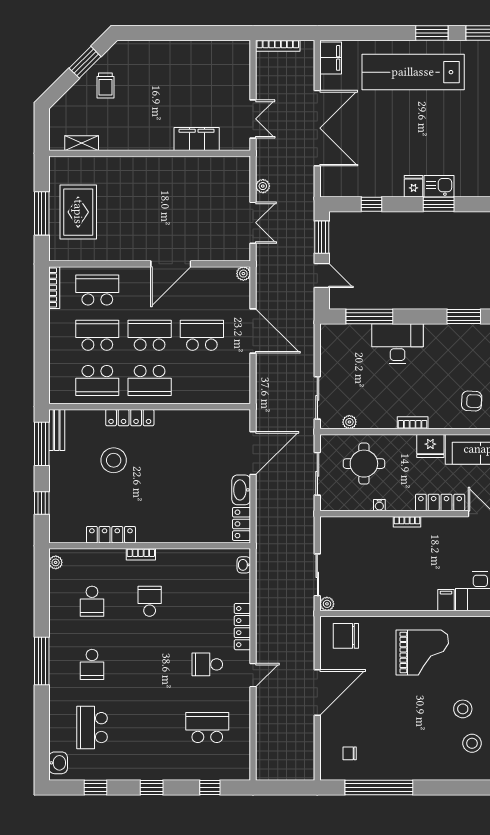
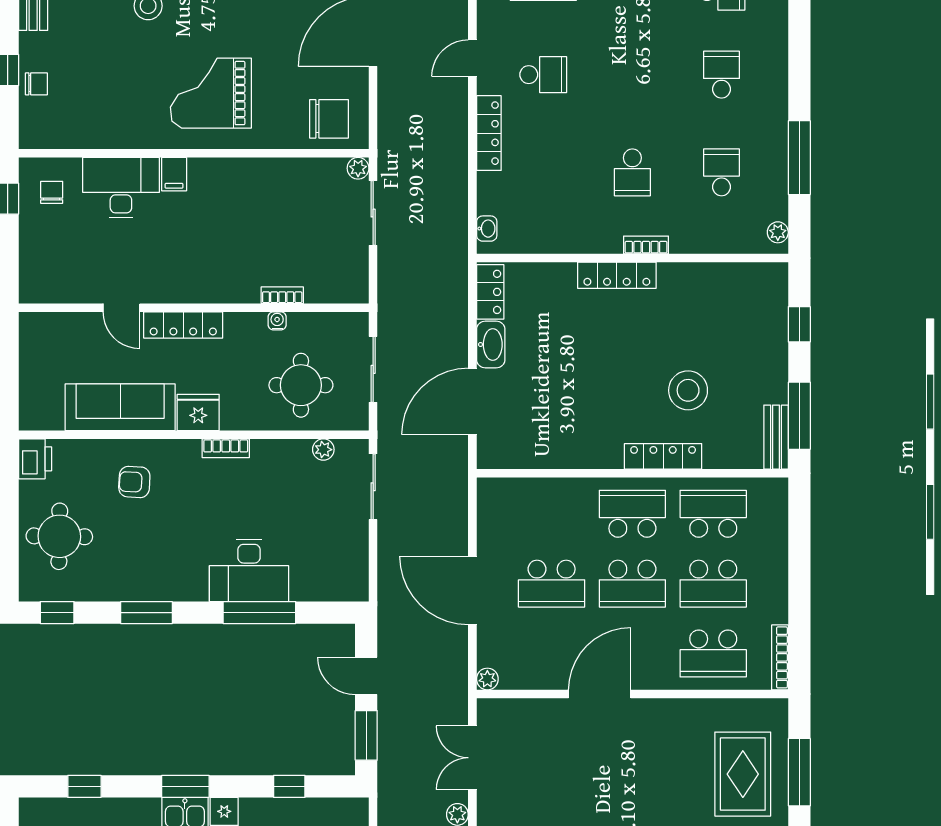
window: (369, 317) -> (259, 613), moved
bookcase: (407, 522) -> (282, 295), moved
locker: (111, 535) -> (617, 275), moved
window: (42, 661) -> (799, 158), moved

